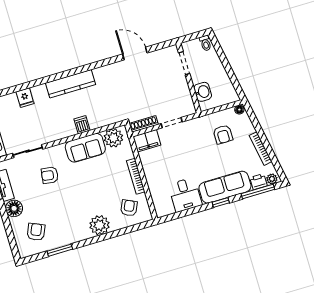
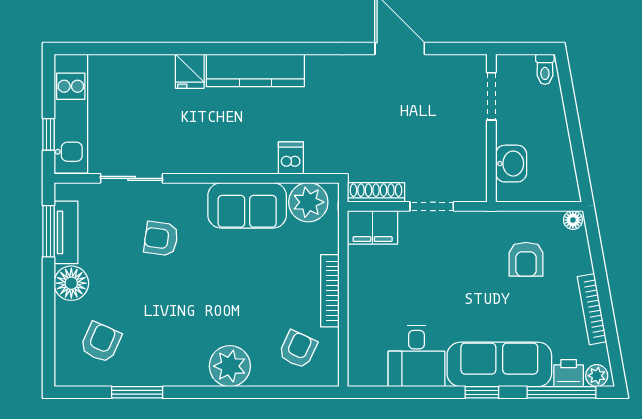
fridge: (25, 98) -> (190, 71), moved
dishwasher: (82, 125) -> (291, 158), moved

